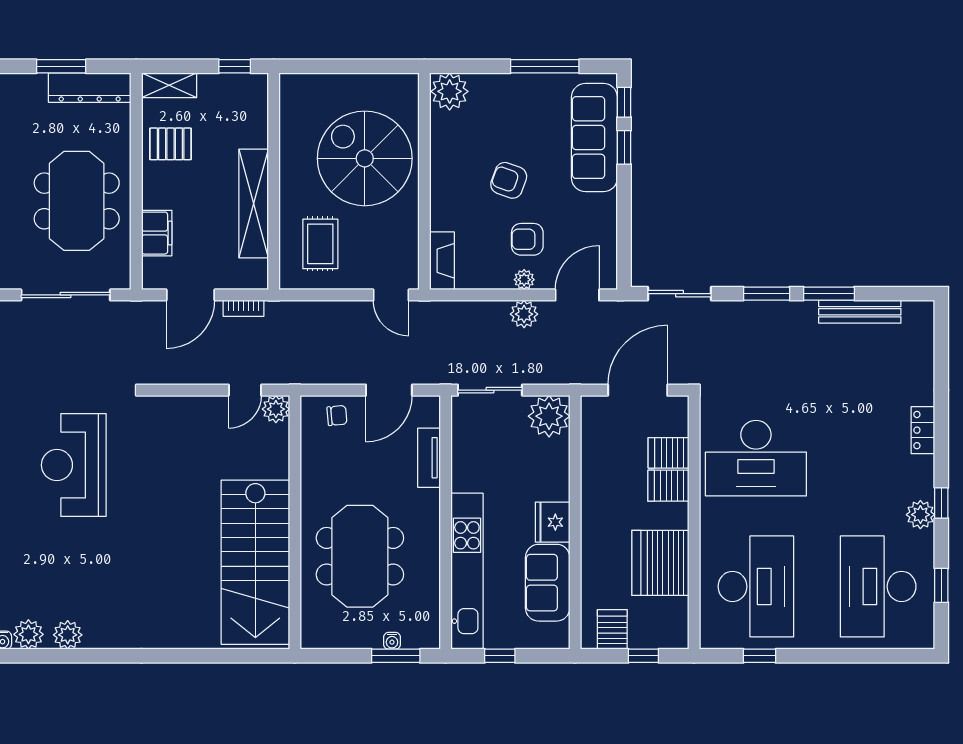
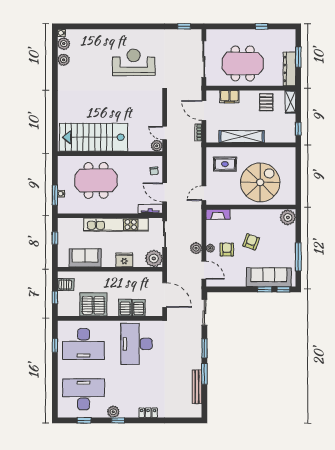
tv unit: (429, 458) -> (150, 209), moved
fridge: (553, 522) -> (124, 260), moved
kitchen unit: (467, 571) -> (116, 225), moved

